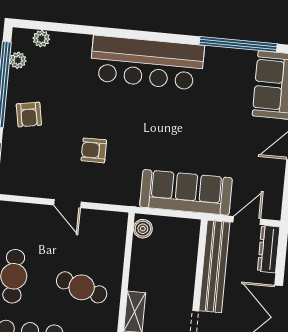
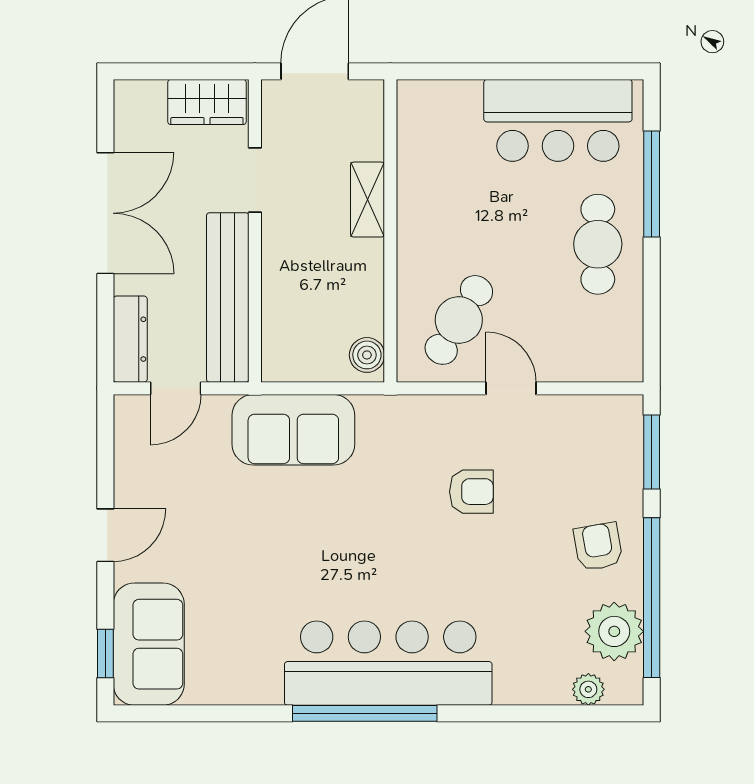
window: (238, 44) -> (365, 713), moved
plant: (18, 60) -> (614, 631), width x1.88, depth x1.88
sofa: (186, 192) -> (293, 430), width x0.73
cafe table: (82, 287) -> (459, 320), moved, turned -76

